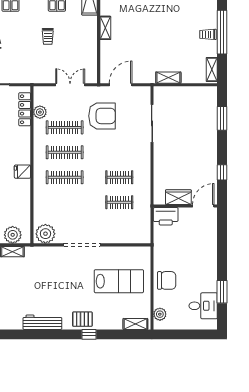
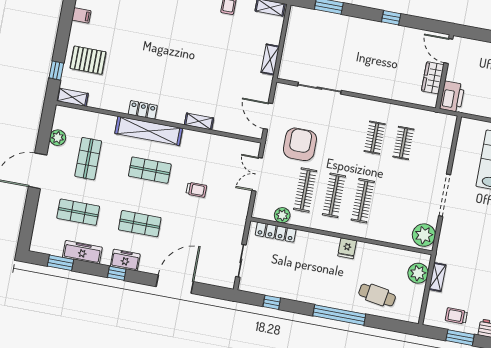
wardrobe: (178, 197) -> (433, 78), moved
wall: (185, 206) -> (445, 72), moved
door: (203, 206) -> (448, 51), moved
printer: (166, 216) -> (452, 97), moved

